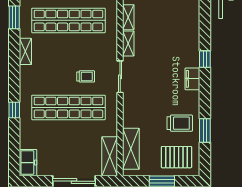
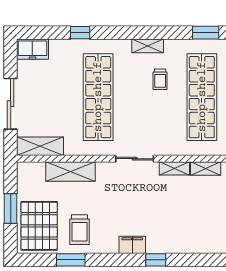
shelving: (25, 51) -> (148, 46), moved
trolley: (86, 76) -> (160, 79), moved
window: (14, 110) -> (80, 33), moved
shelving: (131, 149) -> (71, 172), moved
pallet: (176, 157) -> (39, 226), width x1.37, depth x1.41

